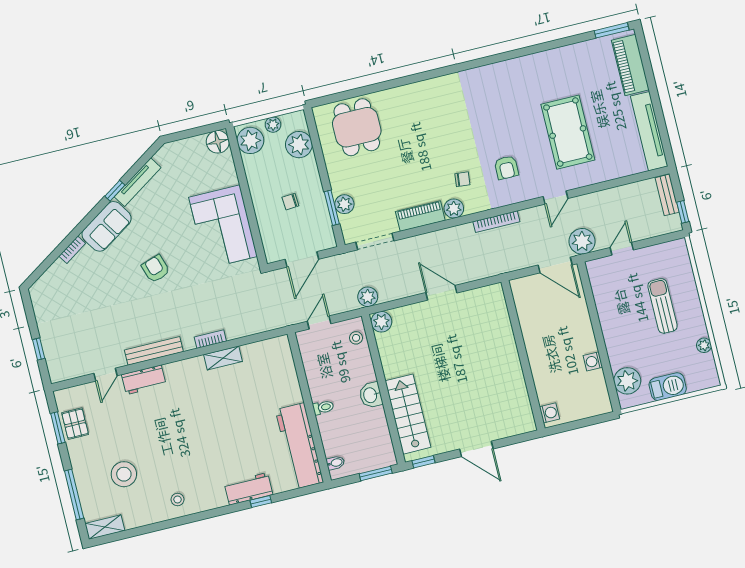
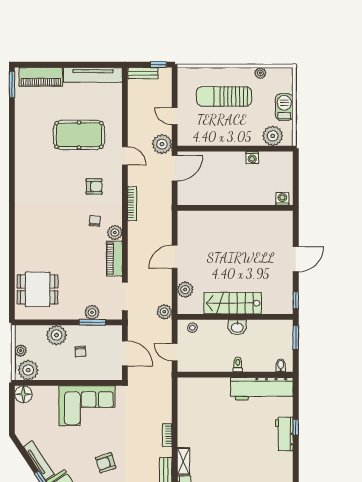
plant: (299, 145) -> (57, 335), moved
sun lounger: (663, 306) -> (224, 96), width x1.36, depth x1.34
plant: (381, 322) -> (185, 290), moved
shelving: (223, 358) -> (183, 461), moved
stairs: (408, 414) -> (233, 303), moved

